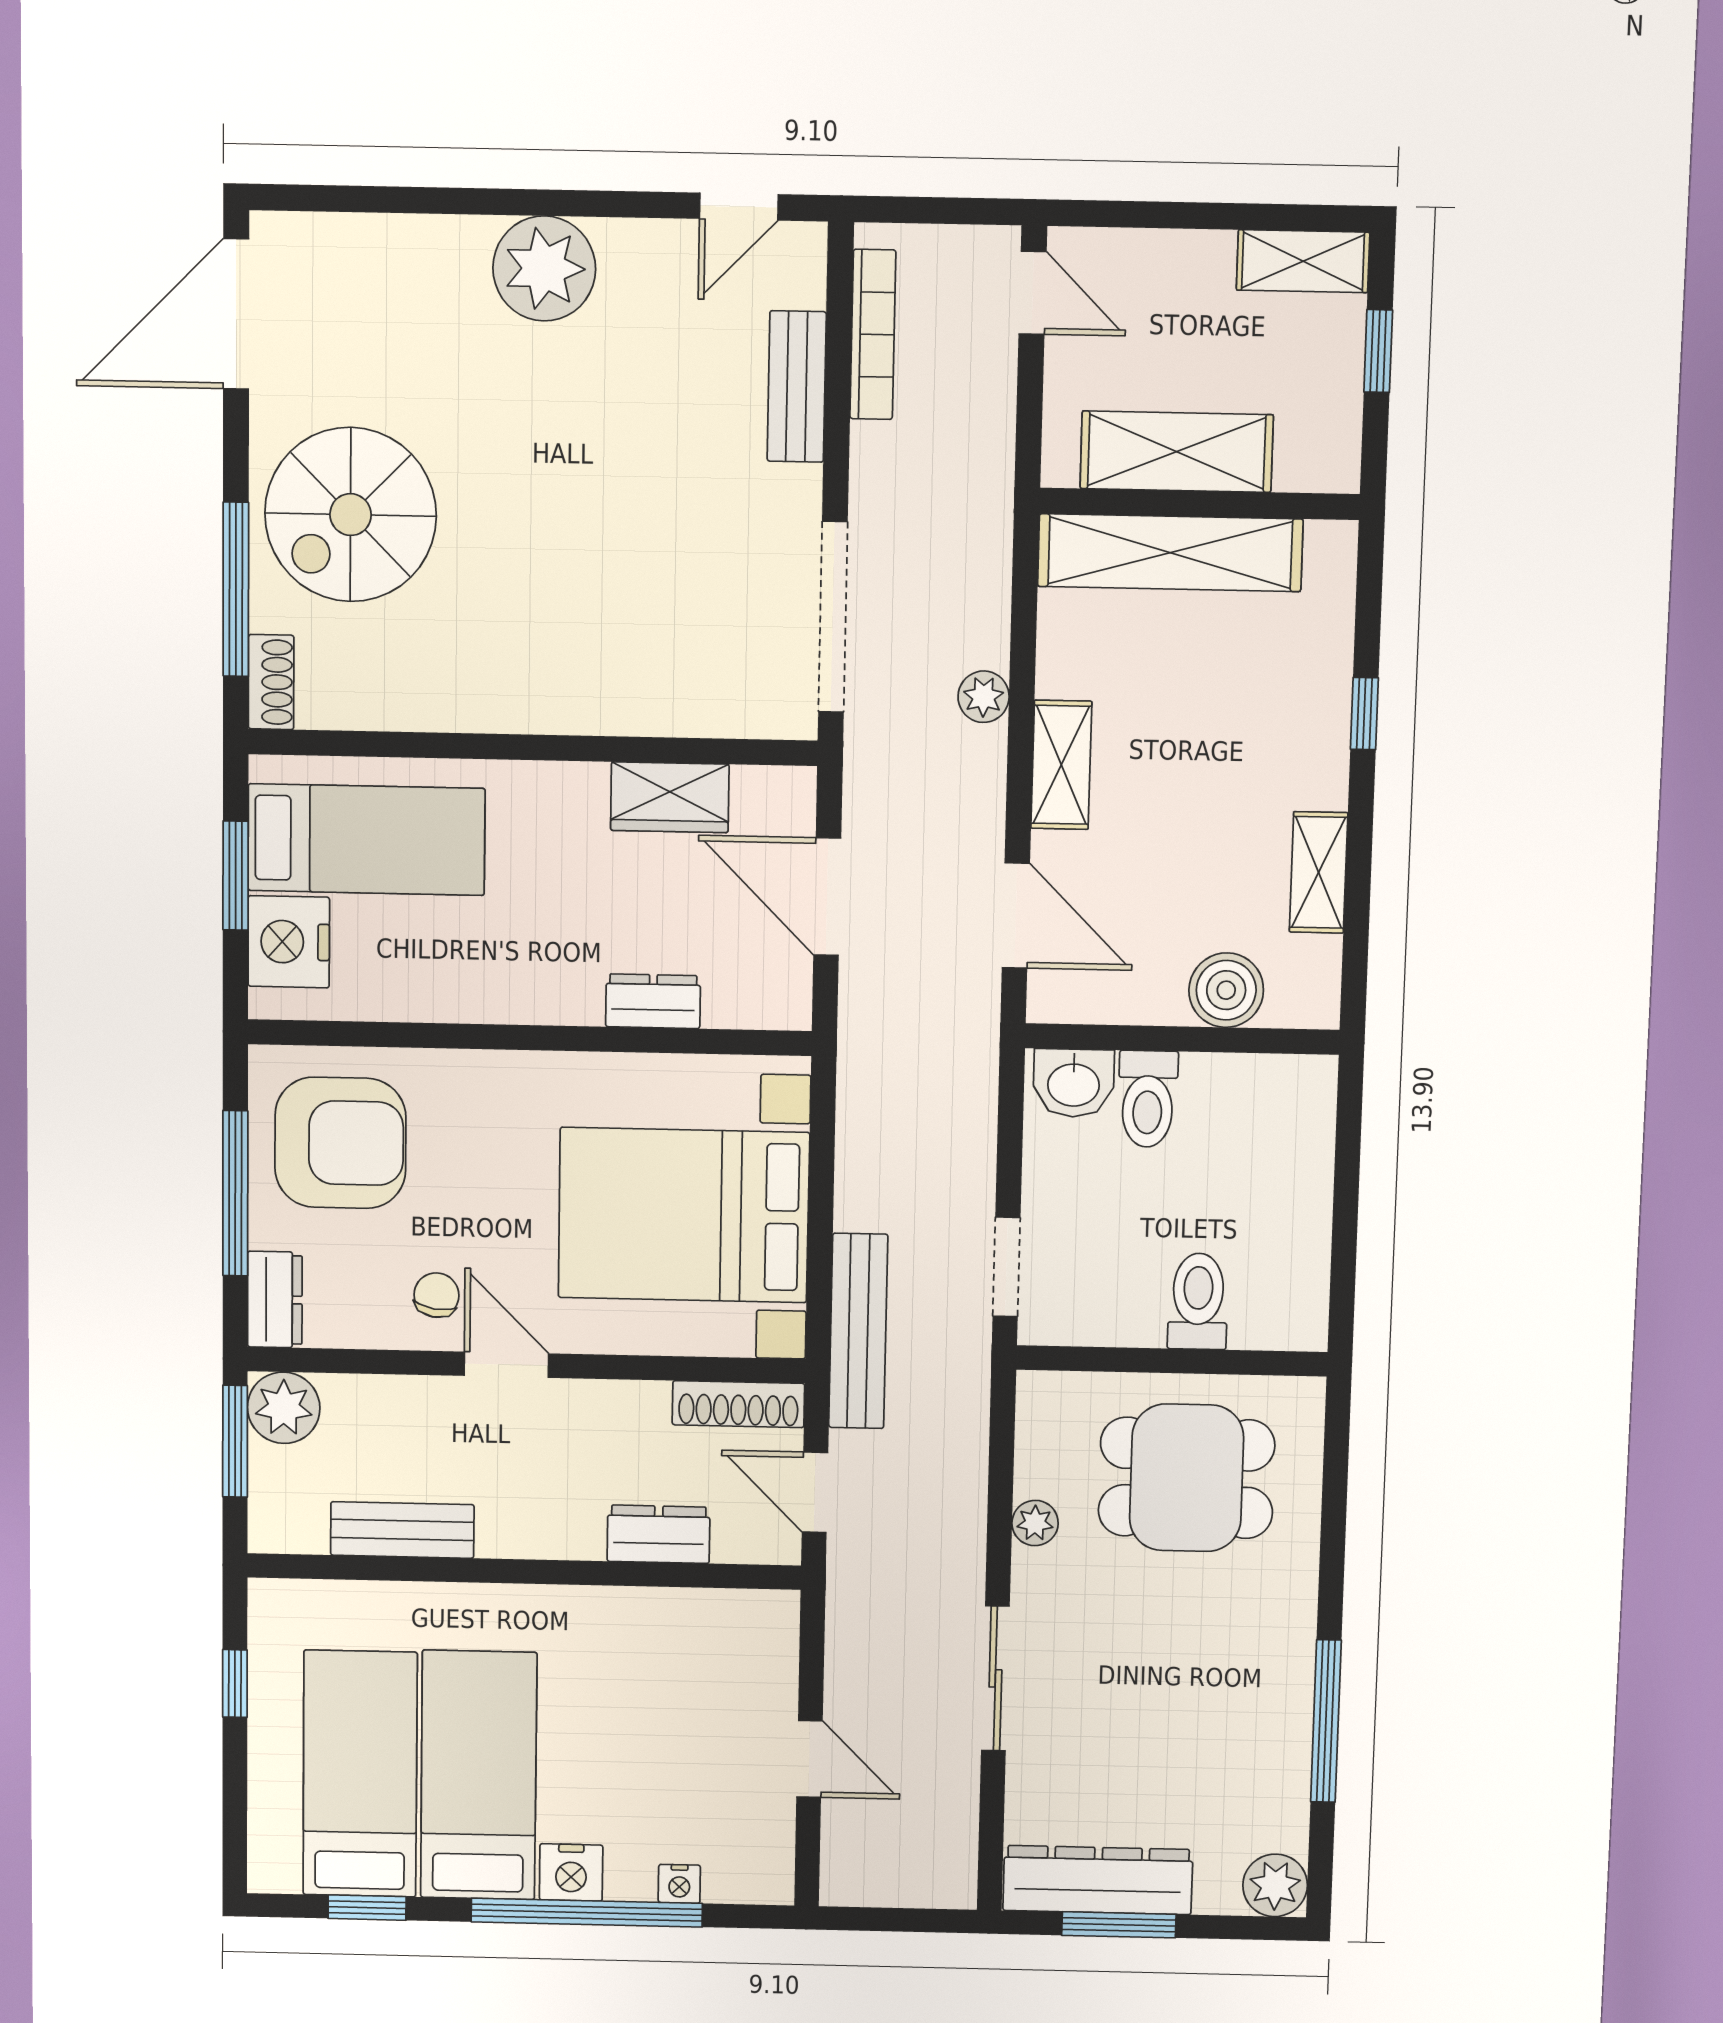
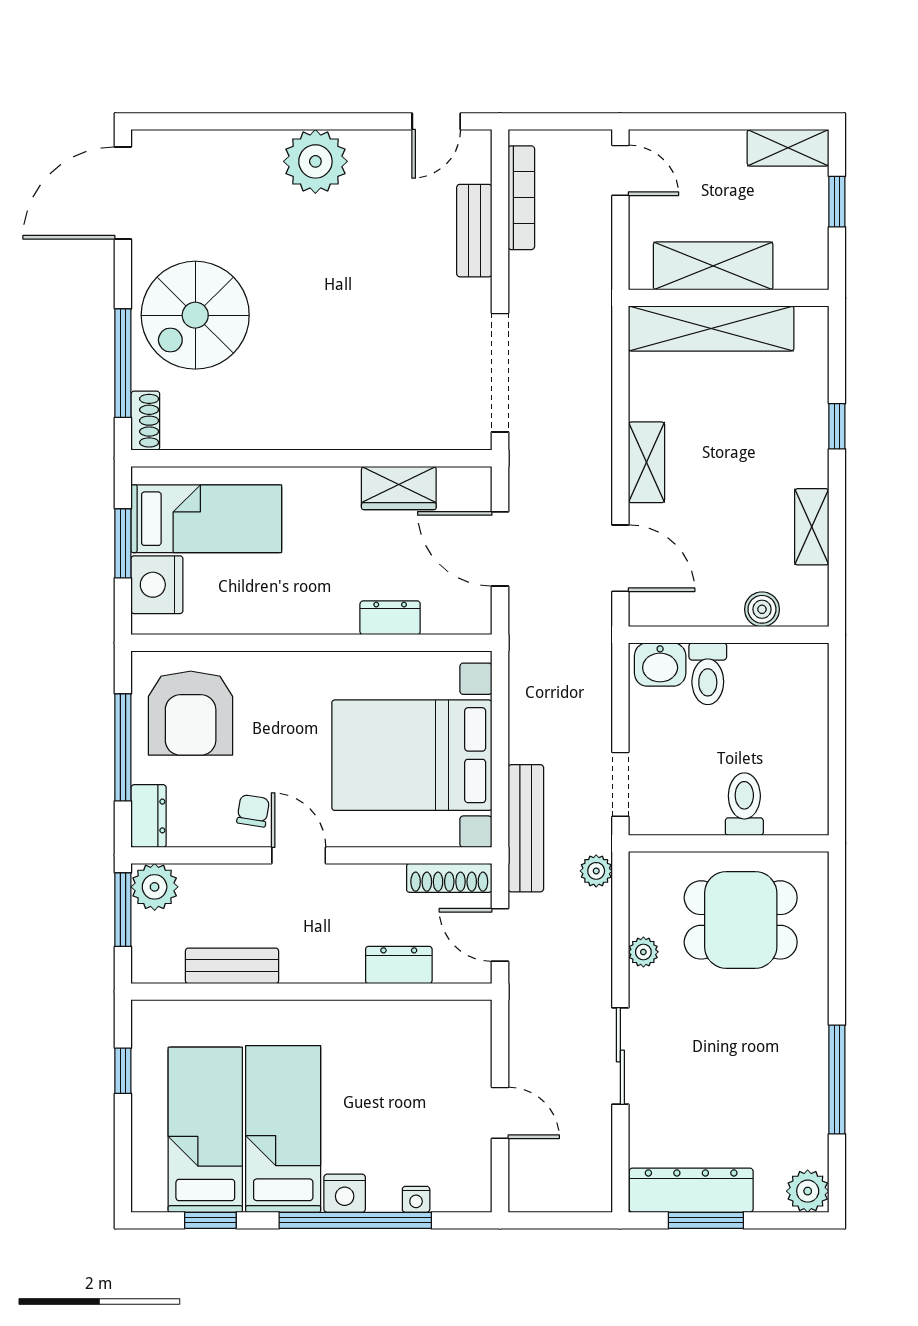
plant: (984, 697) -> (596, 871), moved
boiler: (1226, 990) -> (762, 609), width x0.73, depth x0.73
armchair: (340, 1143) -> (191, 713), turned 90

